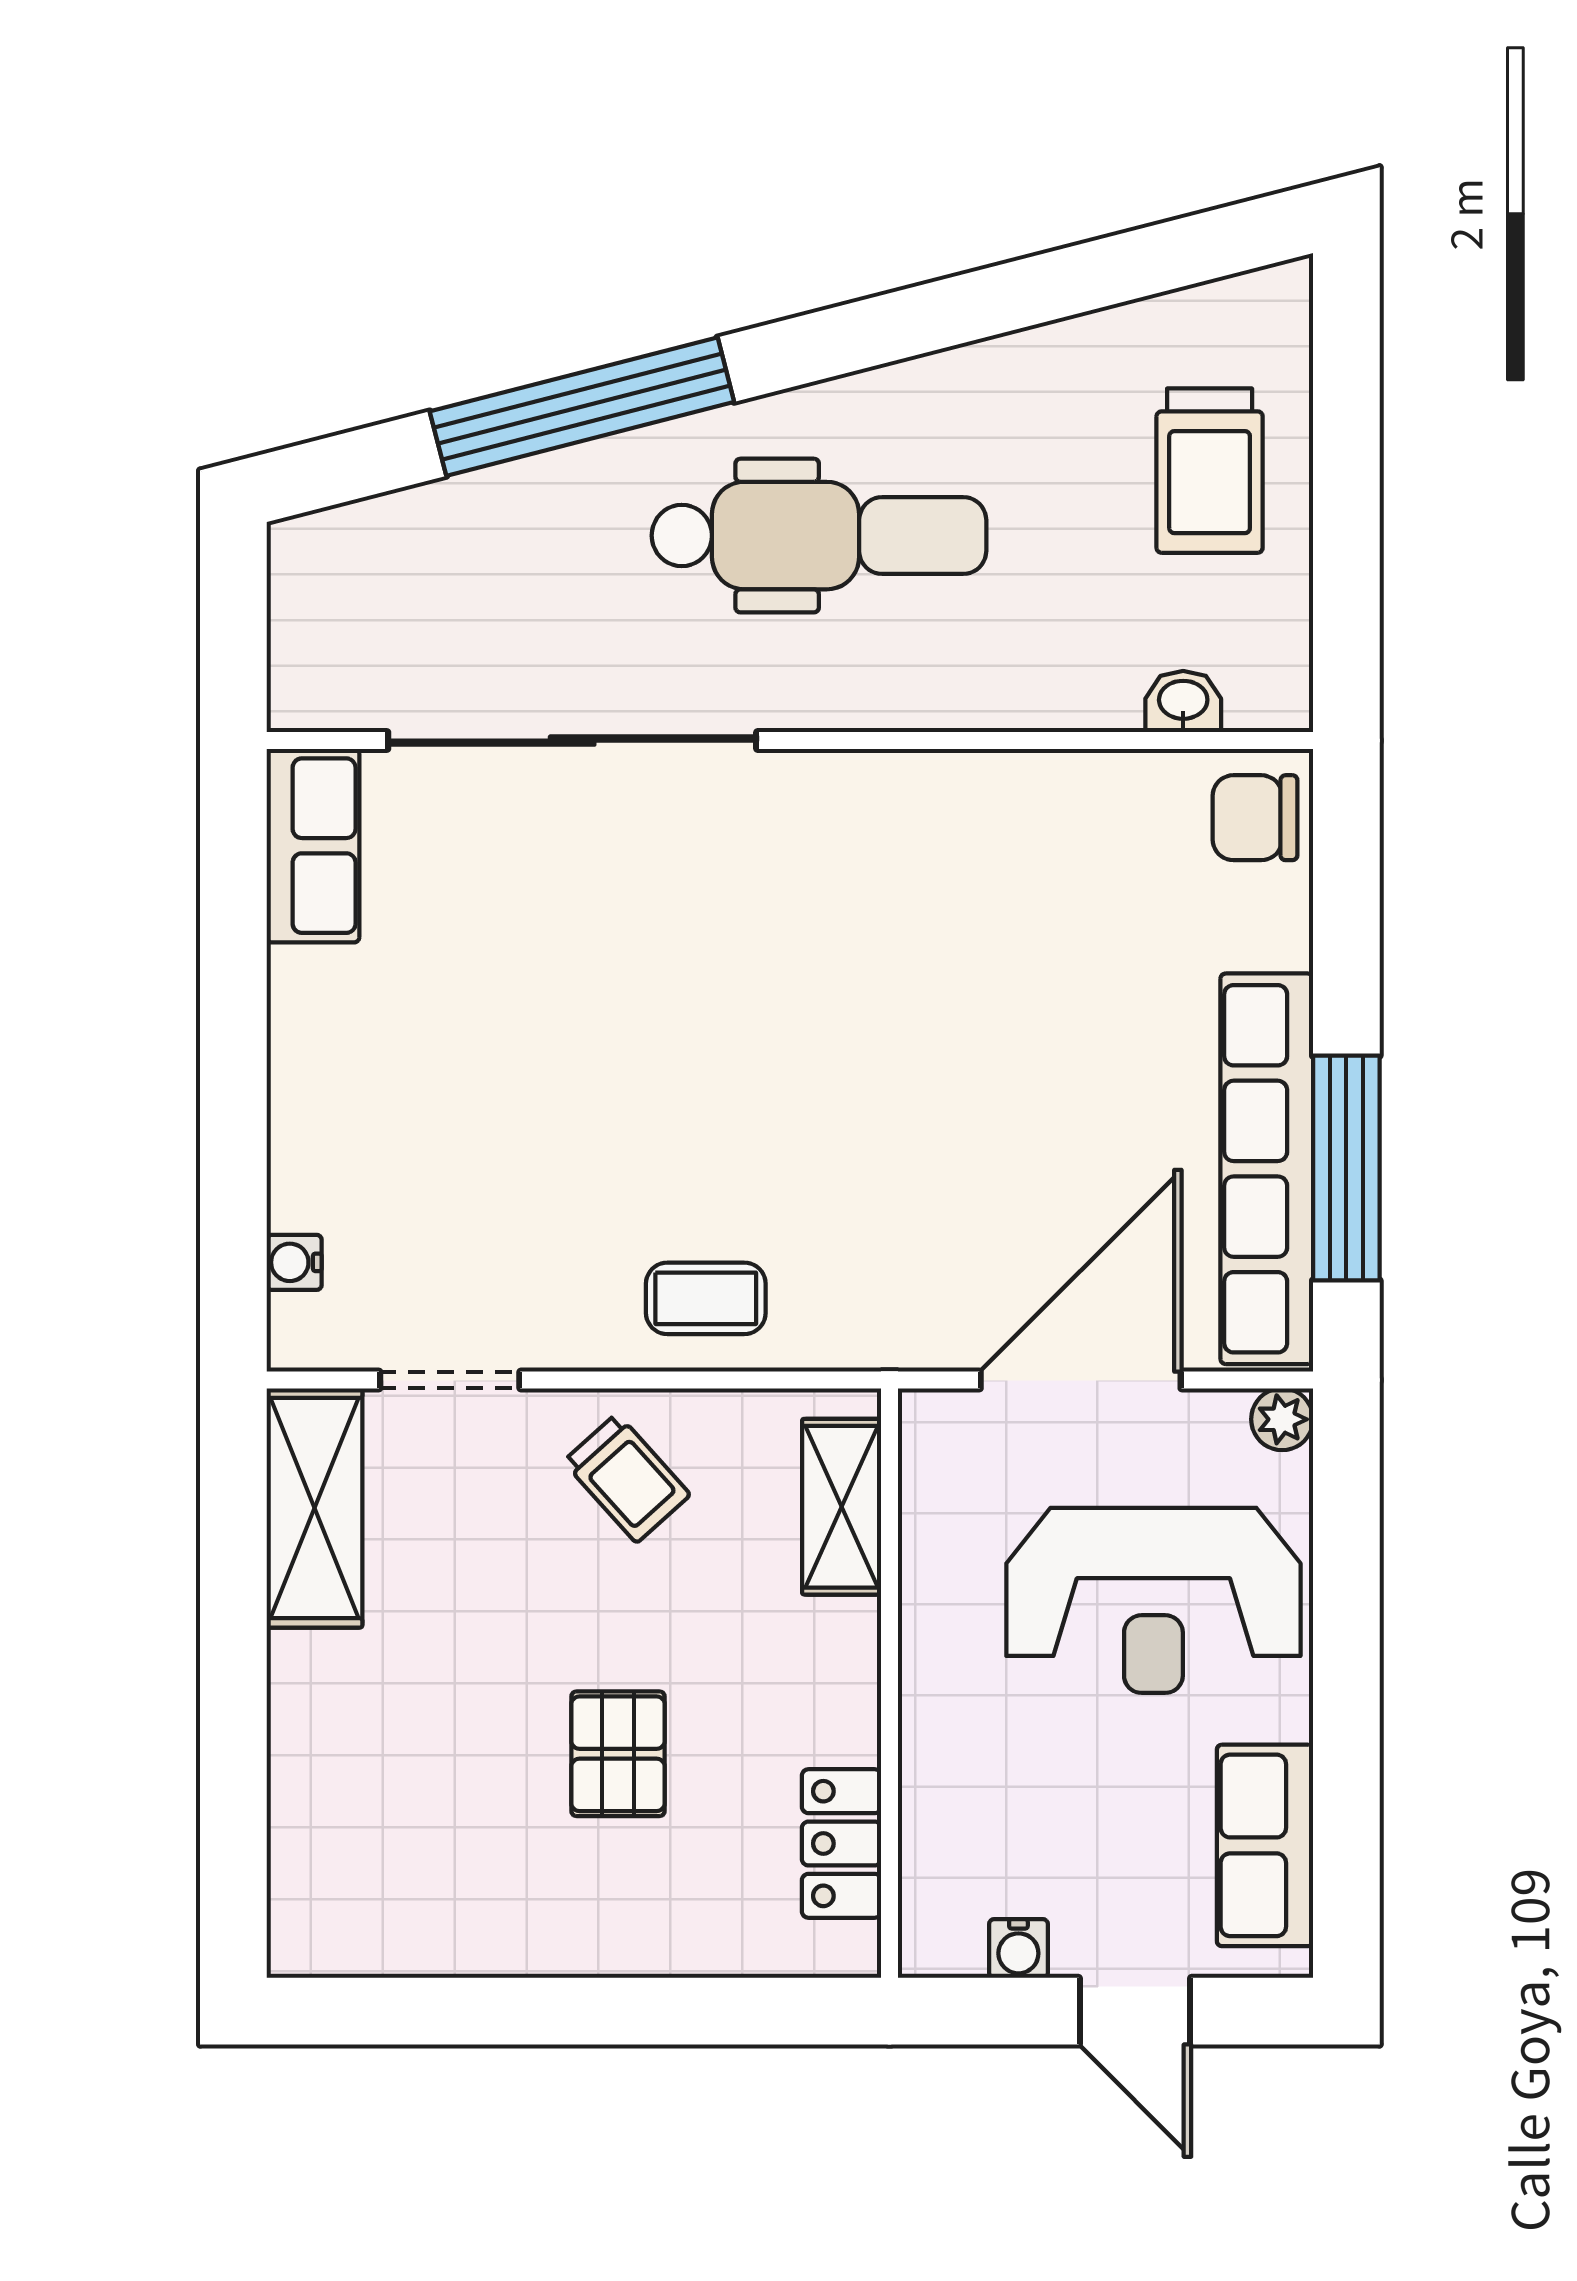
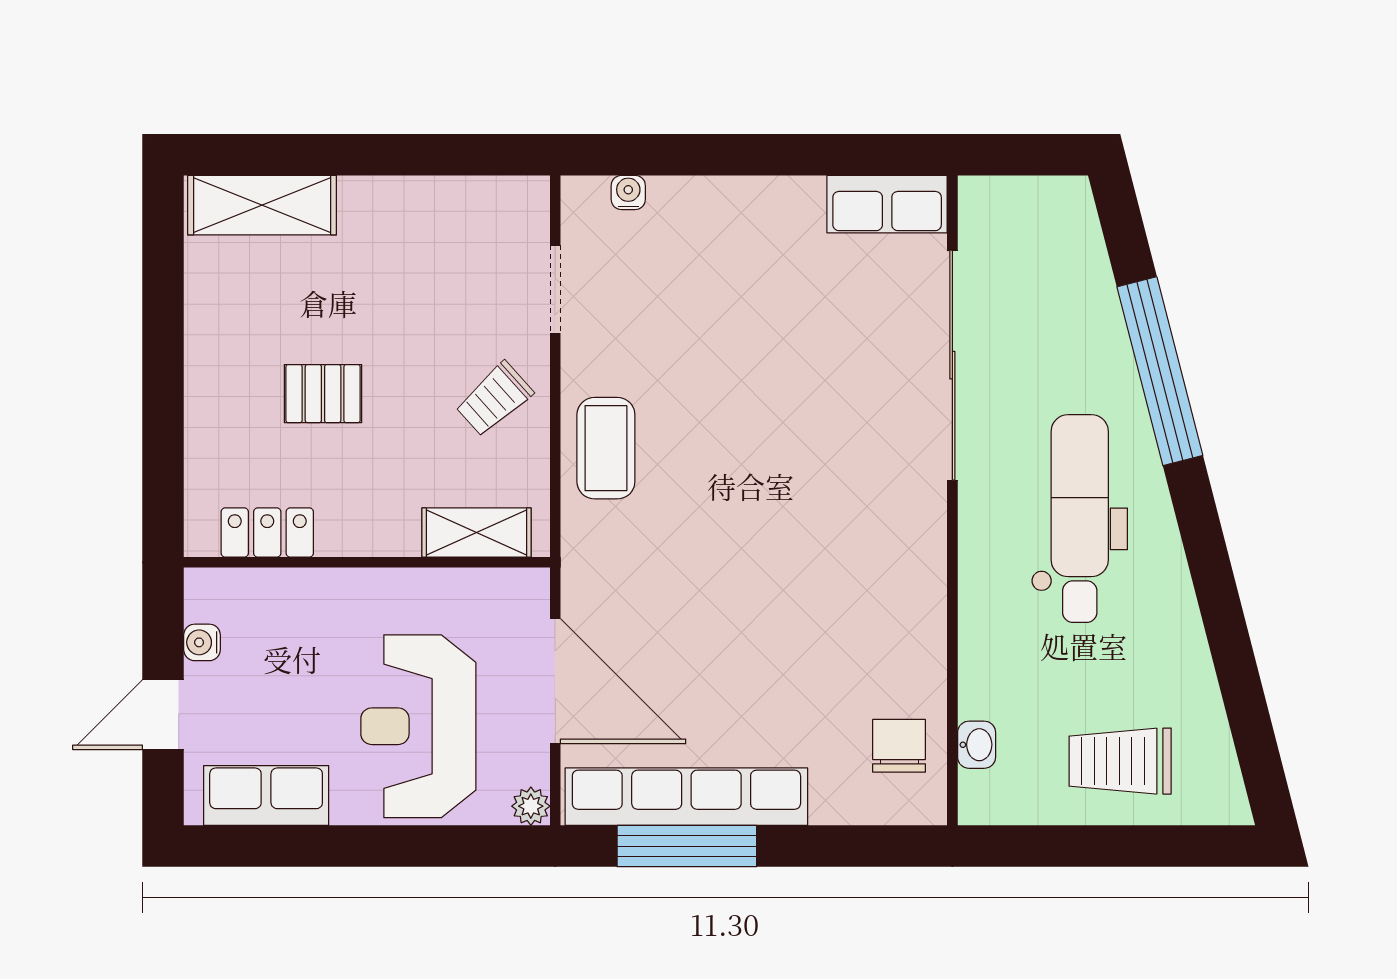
dental chair: (819, 536) -> (1080, 518), turned 180
chair: (1255, 818) -> (899, 746), moved
coffee table: (706, 1298) -> (606, 448), width x1.36, depth x1.30
shelving: (315, 1508) -> (262, 205), moved

